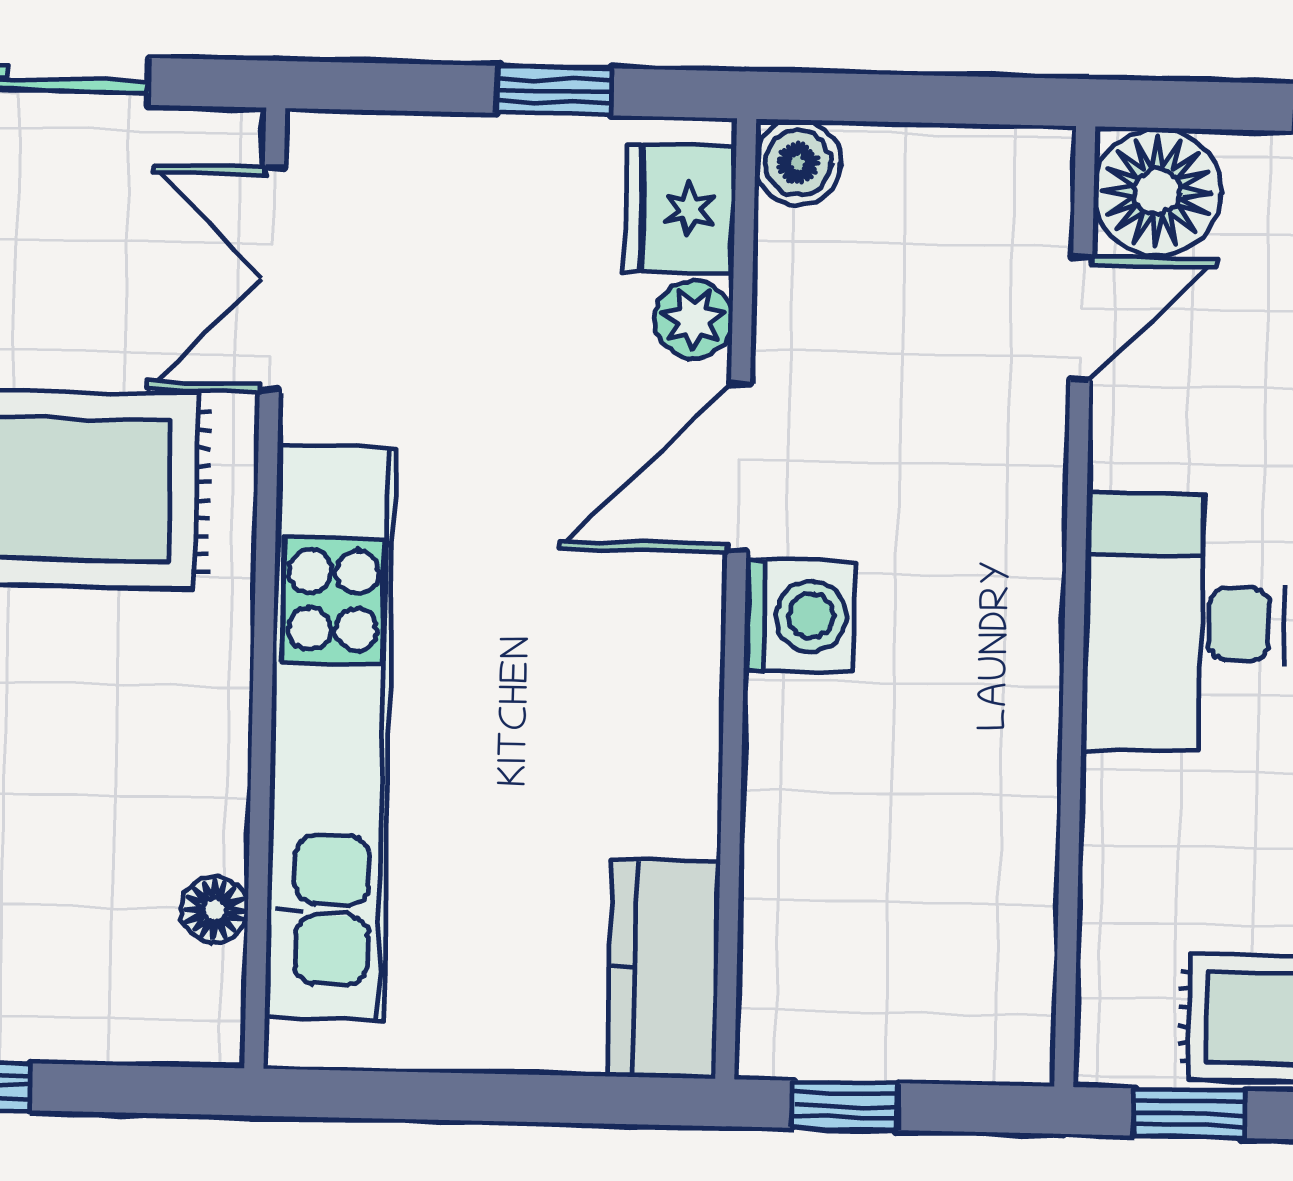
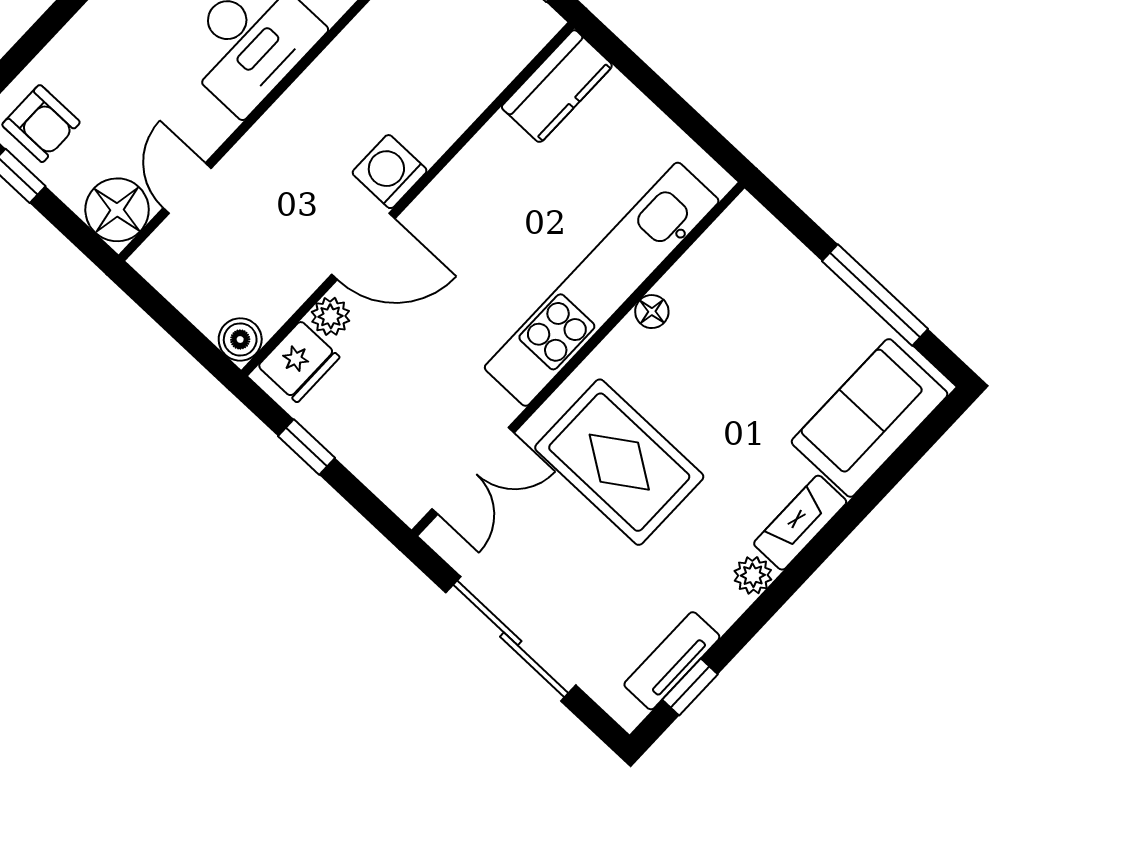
door: (1081, 319) -> (187, 188), hinge flipped
floor lamp: (215, 910) -> (652, 312), moved

